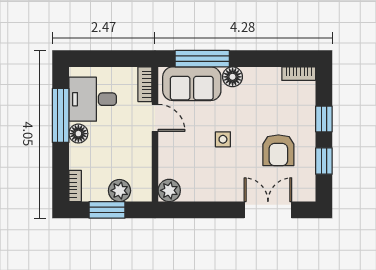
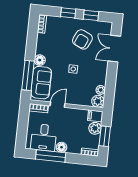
armchair: (278, 150) -> (82, 39), turned 115
filing cabinet: (142, 189) -> (95, 116), added
plant: (190, 193) -> (101, 90), added

